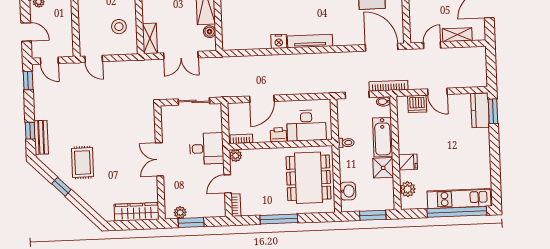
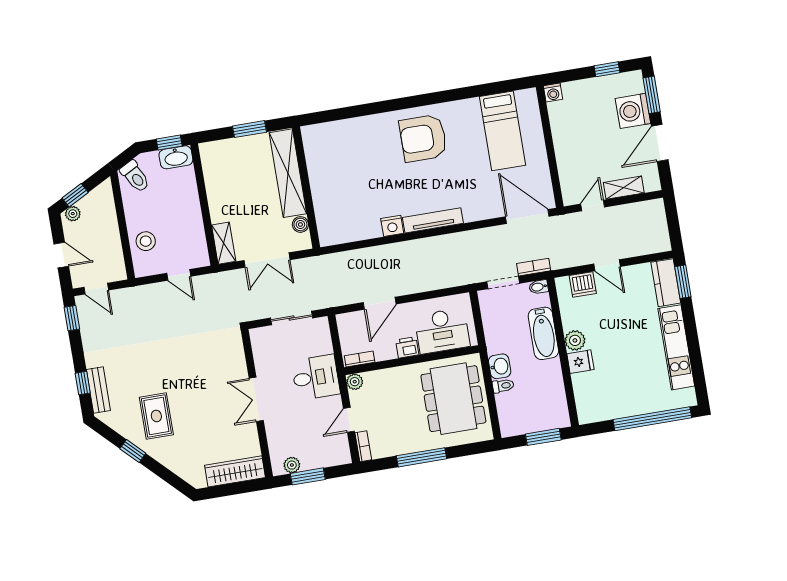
stool: (119, 27) -> (146, 241), moved
door: (94, 59) -> (179, 275), moved
bookcase: (389, 86) -> (534, 267), width x0.64
toilet: (346, 143) -> (503, 386), moved
shower: (383, 168) -> (549, 373), removed
plant: (408, 189) -> (575, 340), moved
washbasin: (348, 191) -> (500, 366), moved
kitchen unit: (459, 199) -> (676, 347), moved, turned -90

